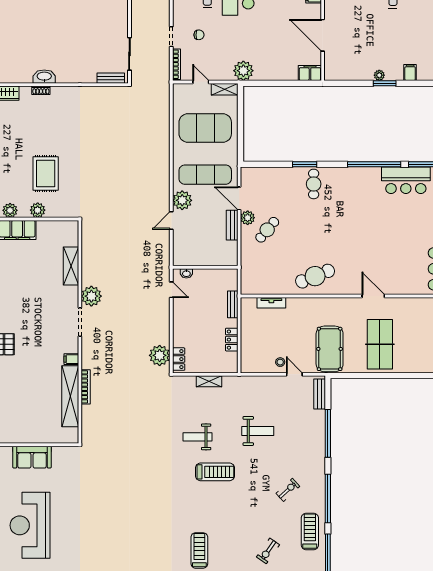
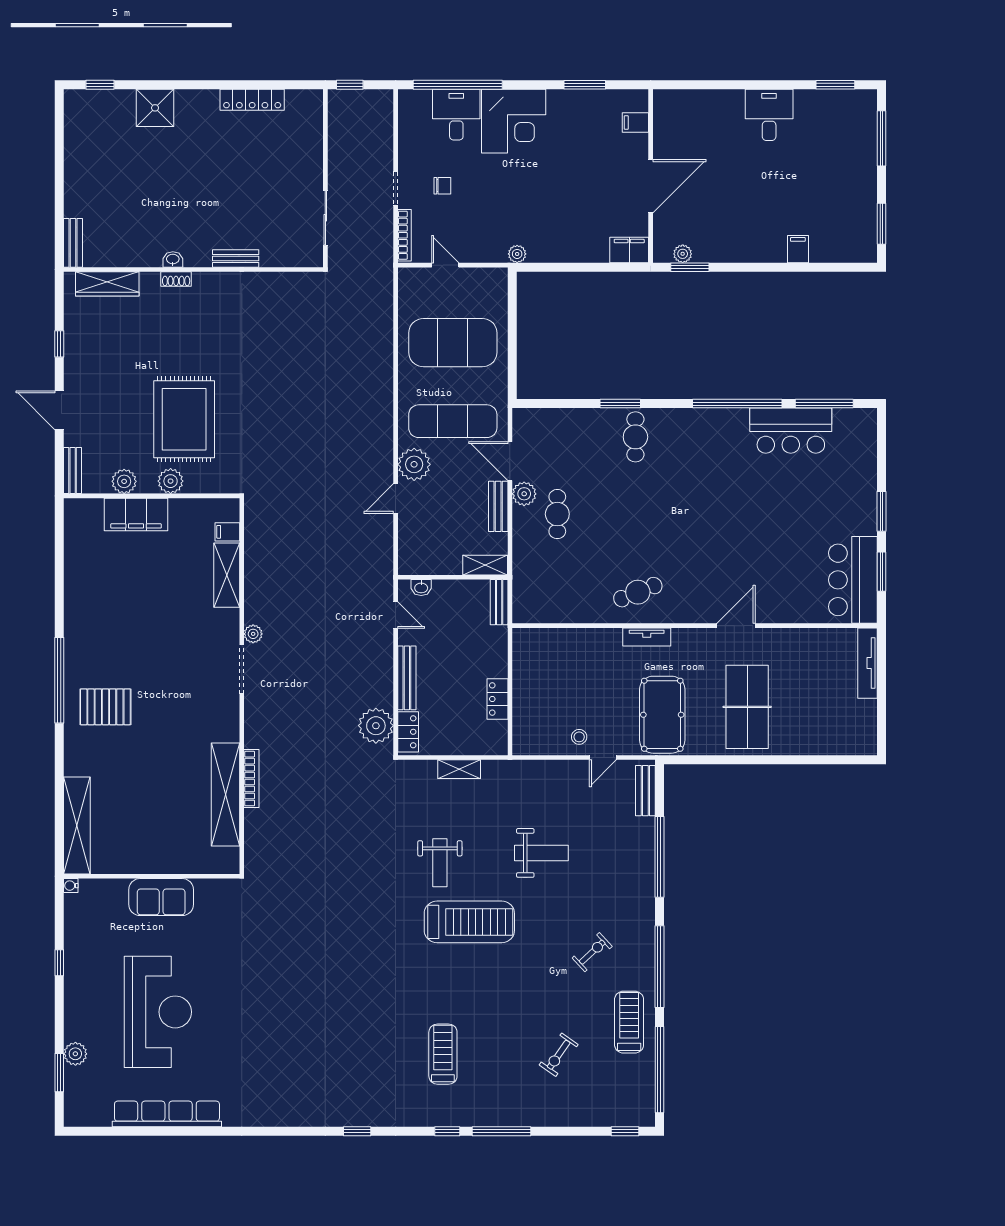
door: (323, 35) -> (651, 186), swing flipped
plant: (243, 71) -> (517, 254), width x0.53, depth x0.53
plant: (379, 75) -> (683, 254), moved
washbasin: (44, 77) -> (173, 259), width x0.52, depth x0.69
bench: (111, 78) -> (236, 258), moved
window: (385, 83) -> (690, 267), moved
shelving: (225, 89) -> (485, 565), moved
rug: (46, 174) -> (184, 419), width x1.37, depth x1.44
cafe table: (267, 230) -> (557, 514), turned -40
cafe table: (315, 276) -> (638, 592), width x0.73, depth x0.74
plant: (91, 296) -> (253, 634), width x0.53, depth x0.53
door: (373, 296) -> (736, 626), hinge flipped
tv unit: (271, 303) -> (647, 637), moved
bench: (233, 304) -> (499, 602), moved
bench: (178, 327) -> (407, 678), added
filing cabinet: (71, 359) -> (227, 532), moved
door: (294, 374) -> (603, 758), swing flipped
weight bench: (198, 437) -> (440, 863), turned -90
treadmill: (215, 472) -> (469, 922), width x1.37, depth x1.38
reception desk: (30, 525) -> (158, 1012), turned 180

